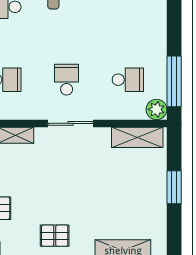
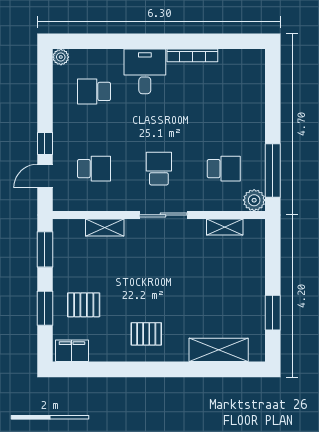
shelving: (137, 137) -> (225, 227), width x0.67, depth x0.75
window: (174, 187) -> (273, 313), moved

